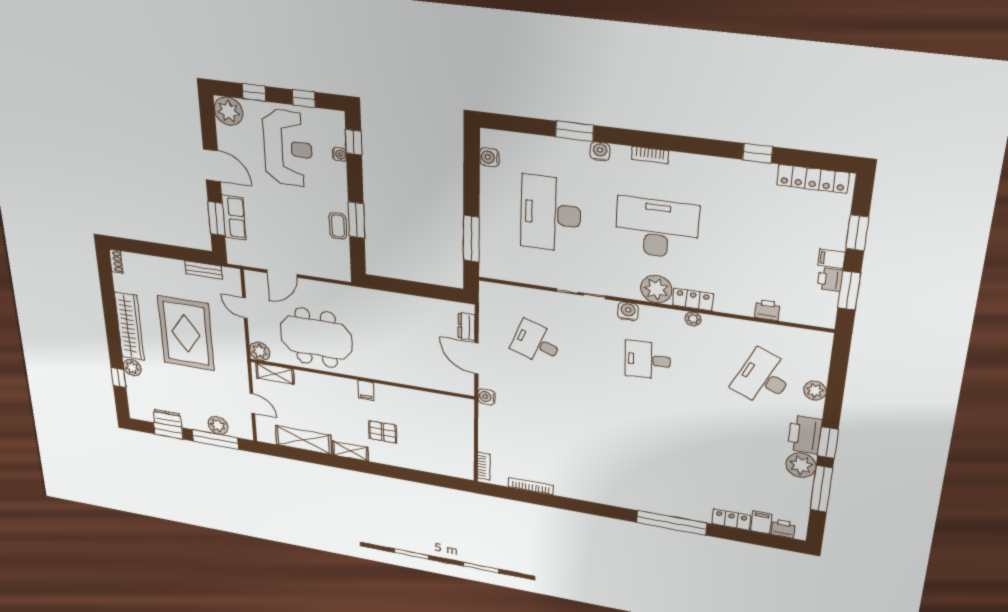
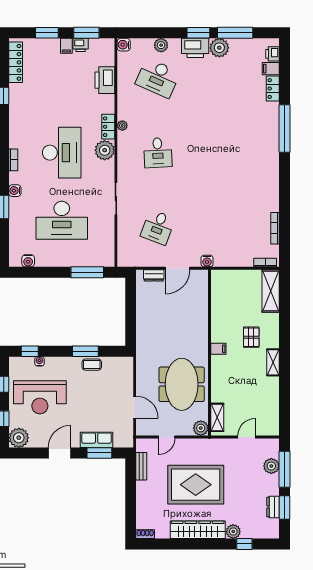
reception desk: (288, 148) -> (40, 397), turned 180
desk: (657, 228) -> (62, 153), turned 180
printer: (767, 310) -> (105, 80), width x1.87, depth x1.48
water cooler: (628, 311) -> (124, 45), moved
shelving: (304, 440) -> (271, 291), moved

